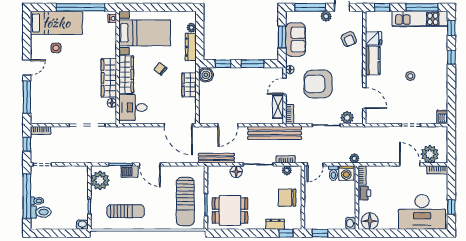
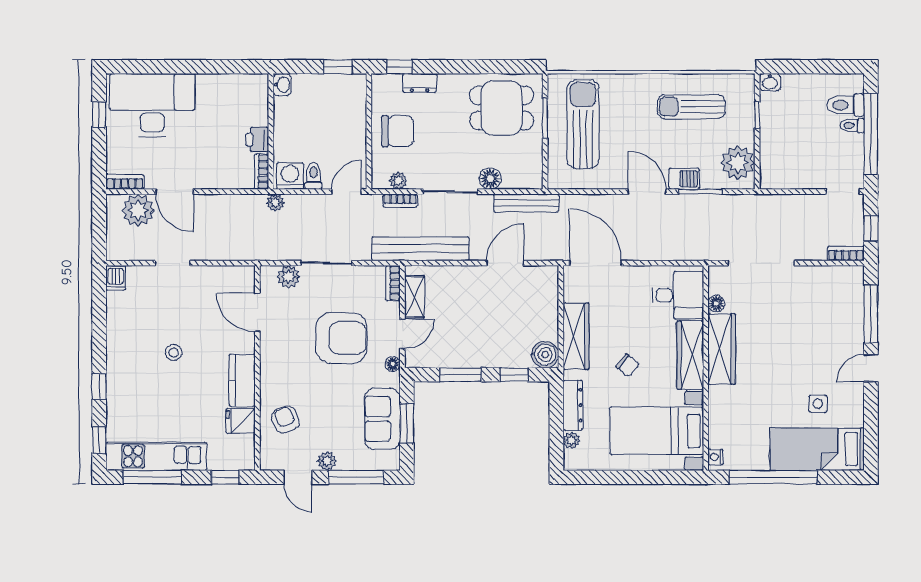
wardrobe: (189, 85) -> (576, 336), width x1.50
floor lamp: (370, 221) -> (248, 89), removed

